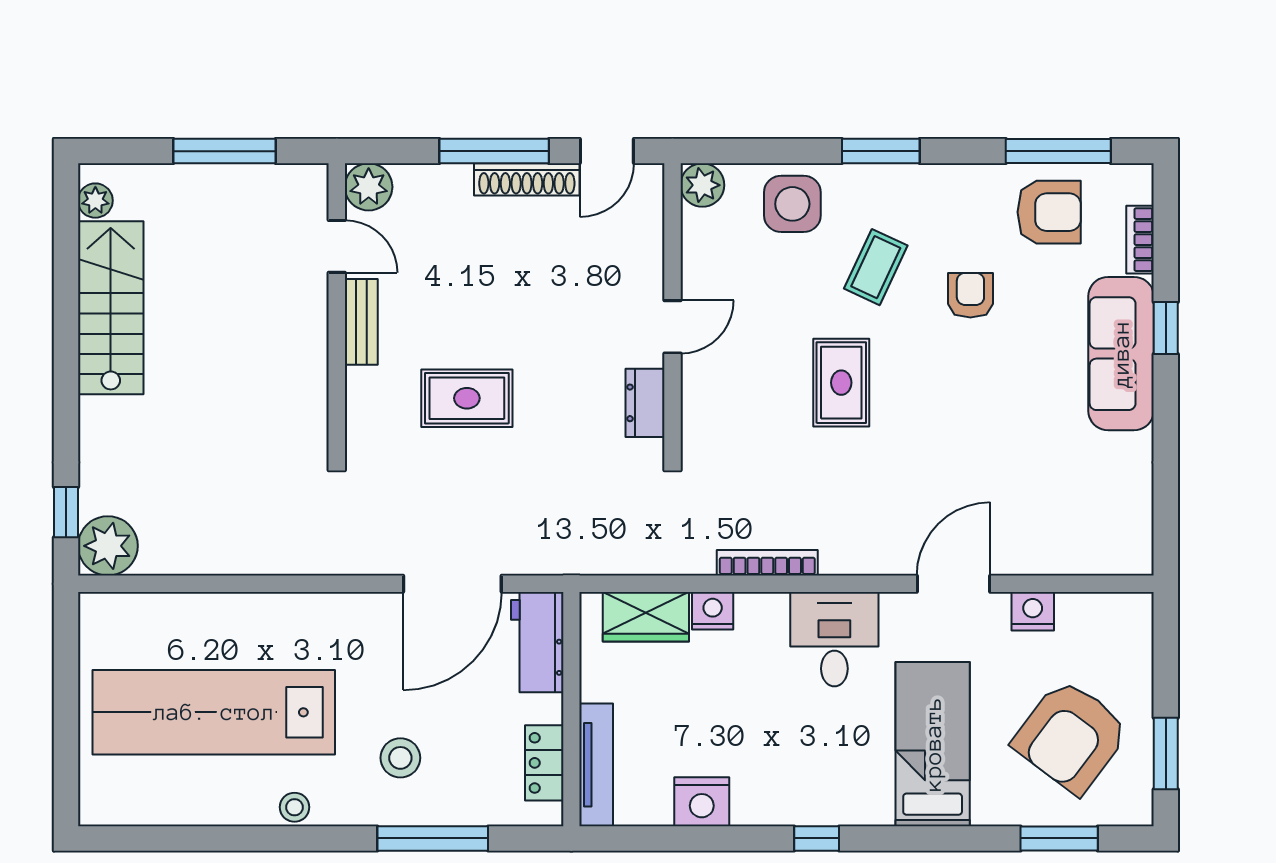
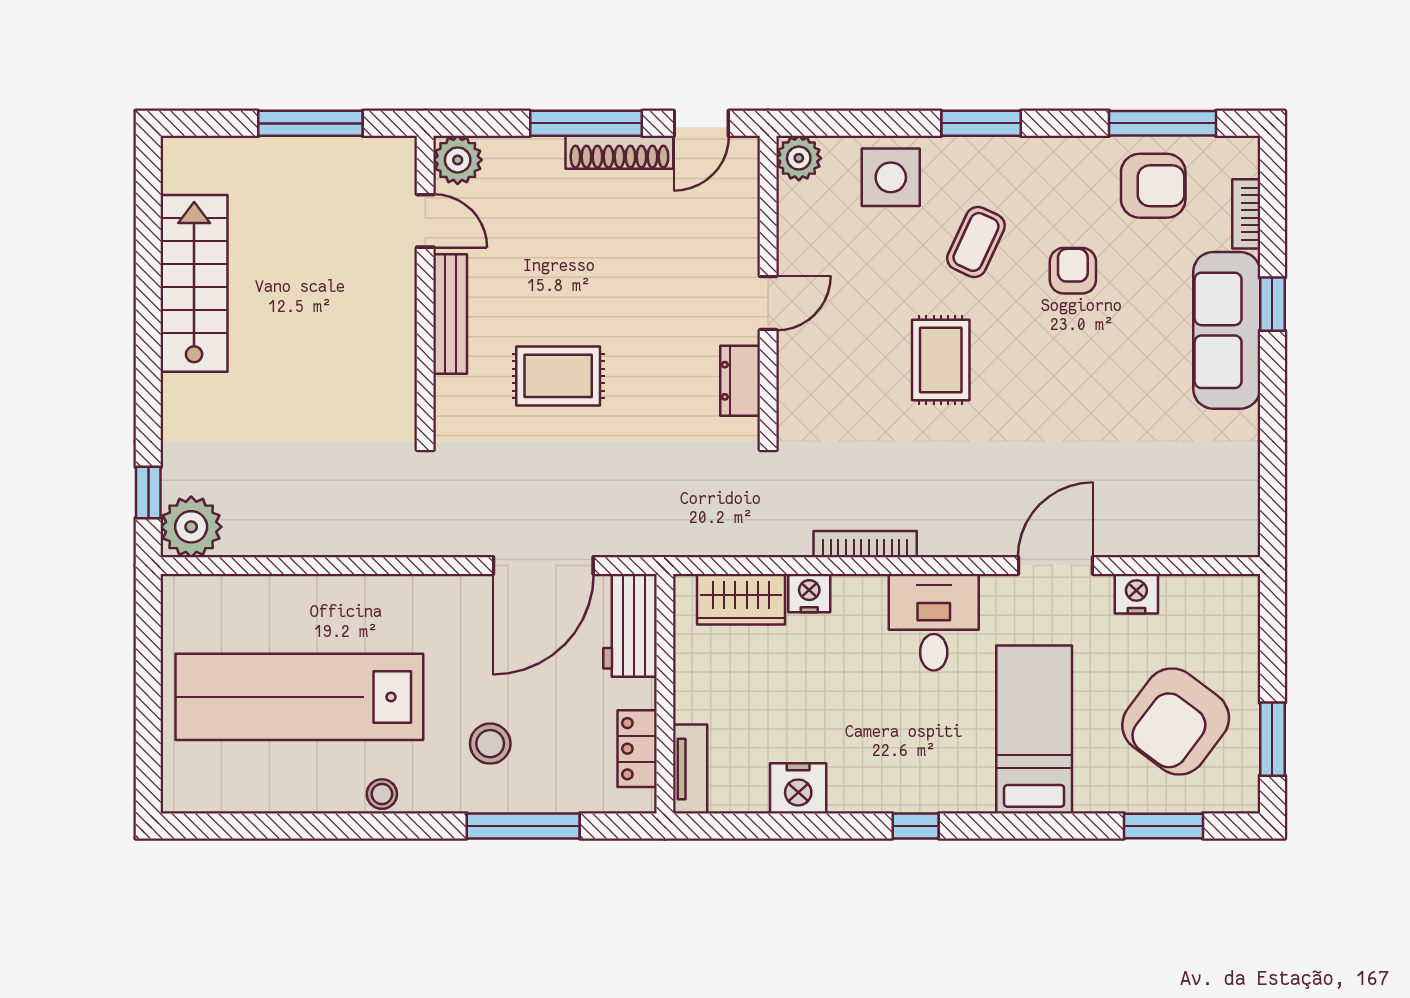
plant: (95, 201) -> (178, 174), removed
bench: (361, 322) -> (450, 314), width x1.36
tv unit: (596, 765) -> (690, 769), width x0.71

